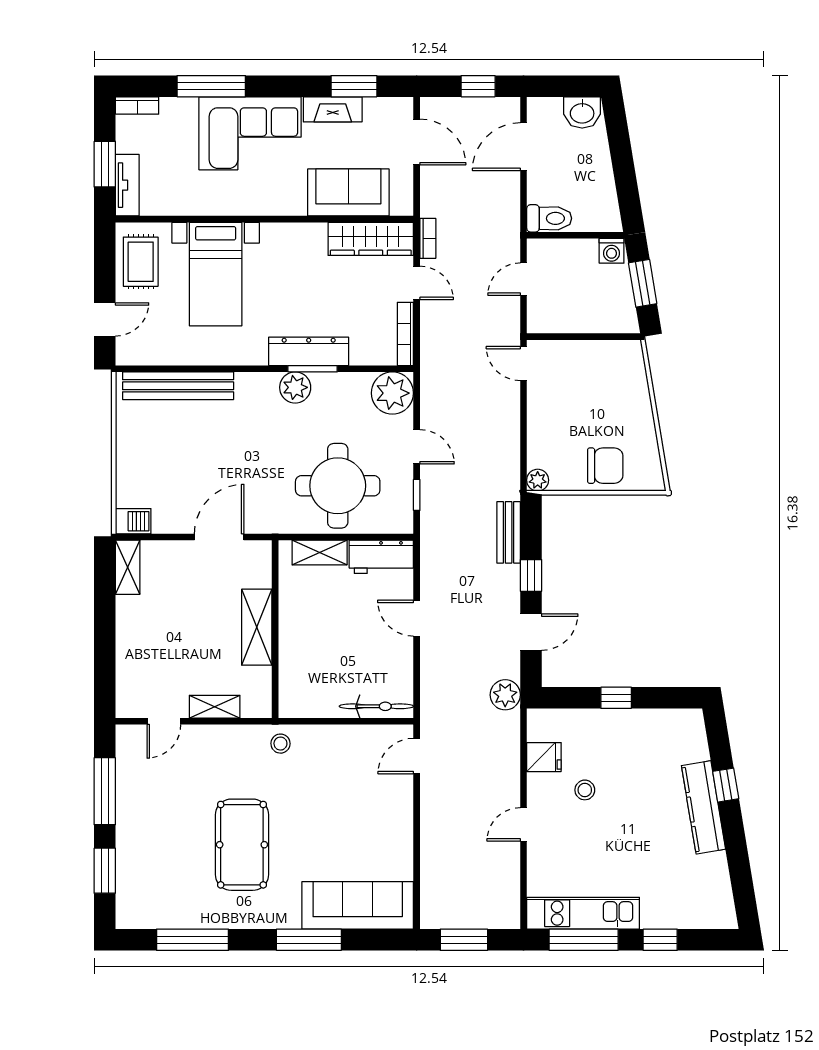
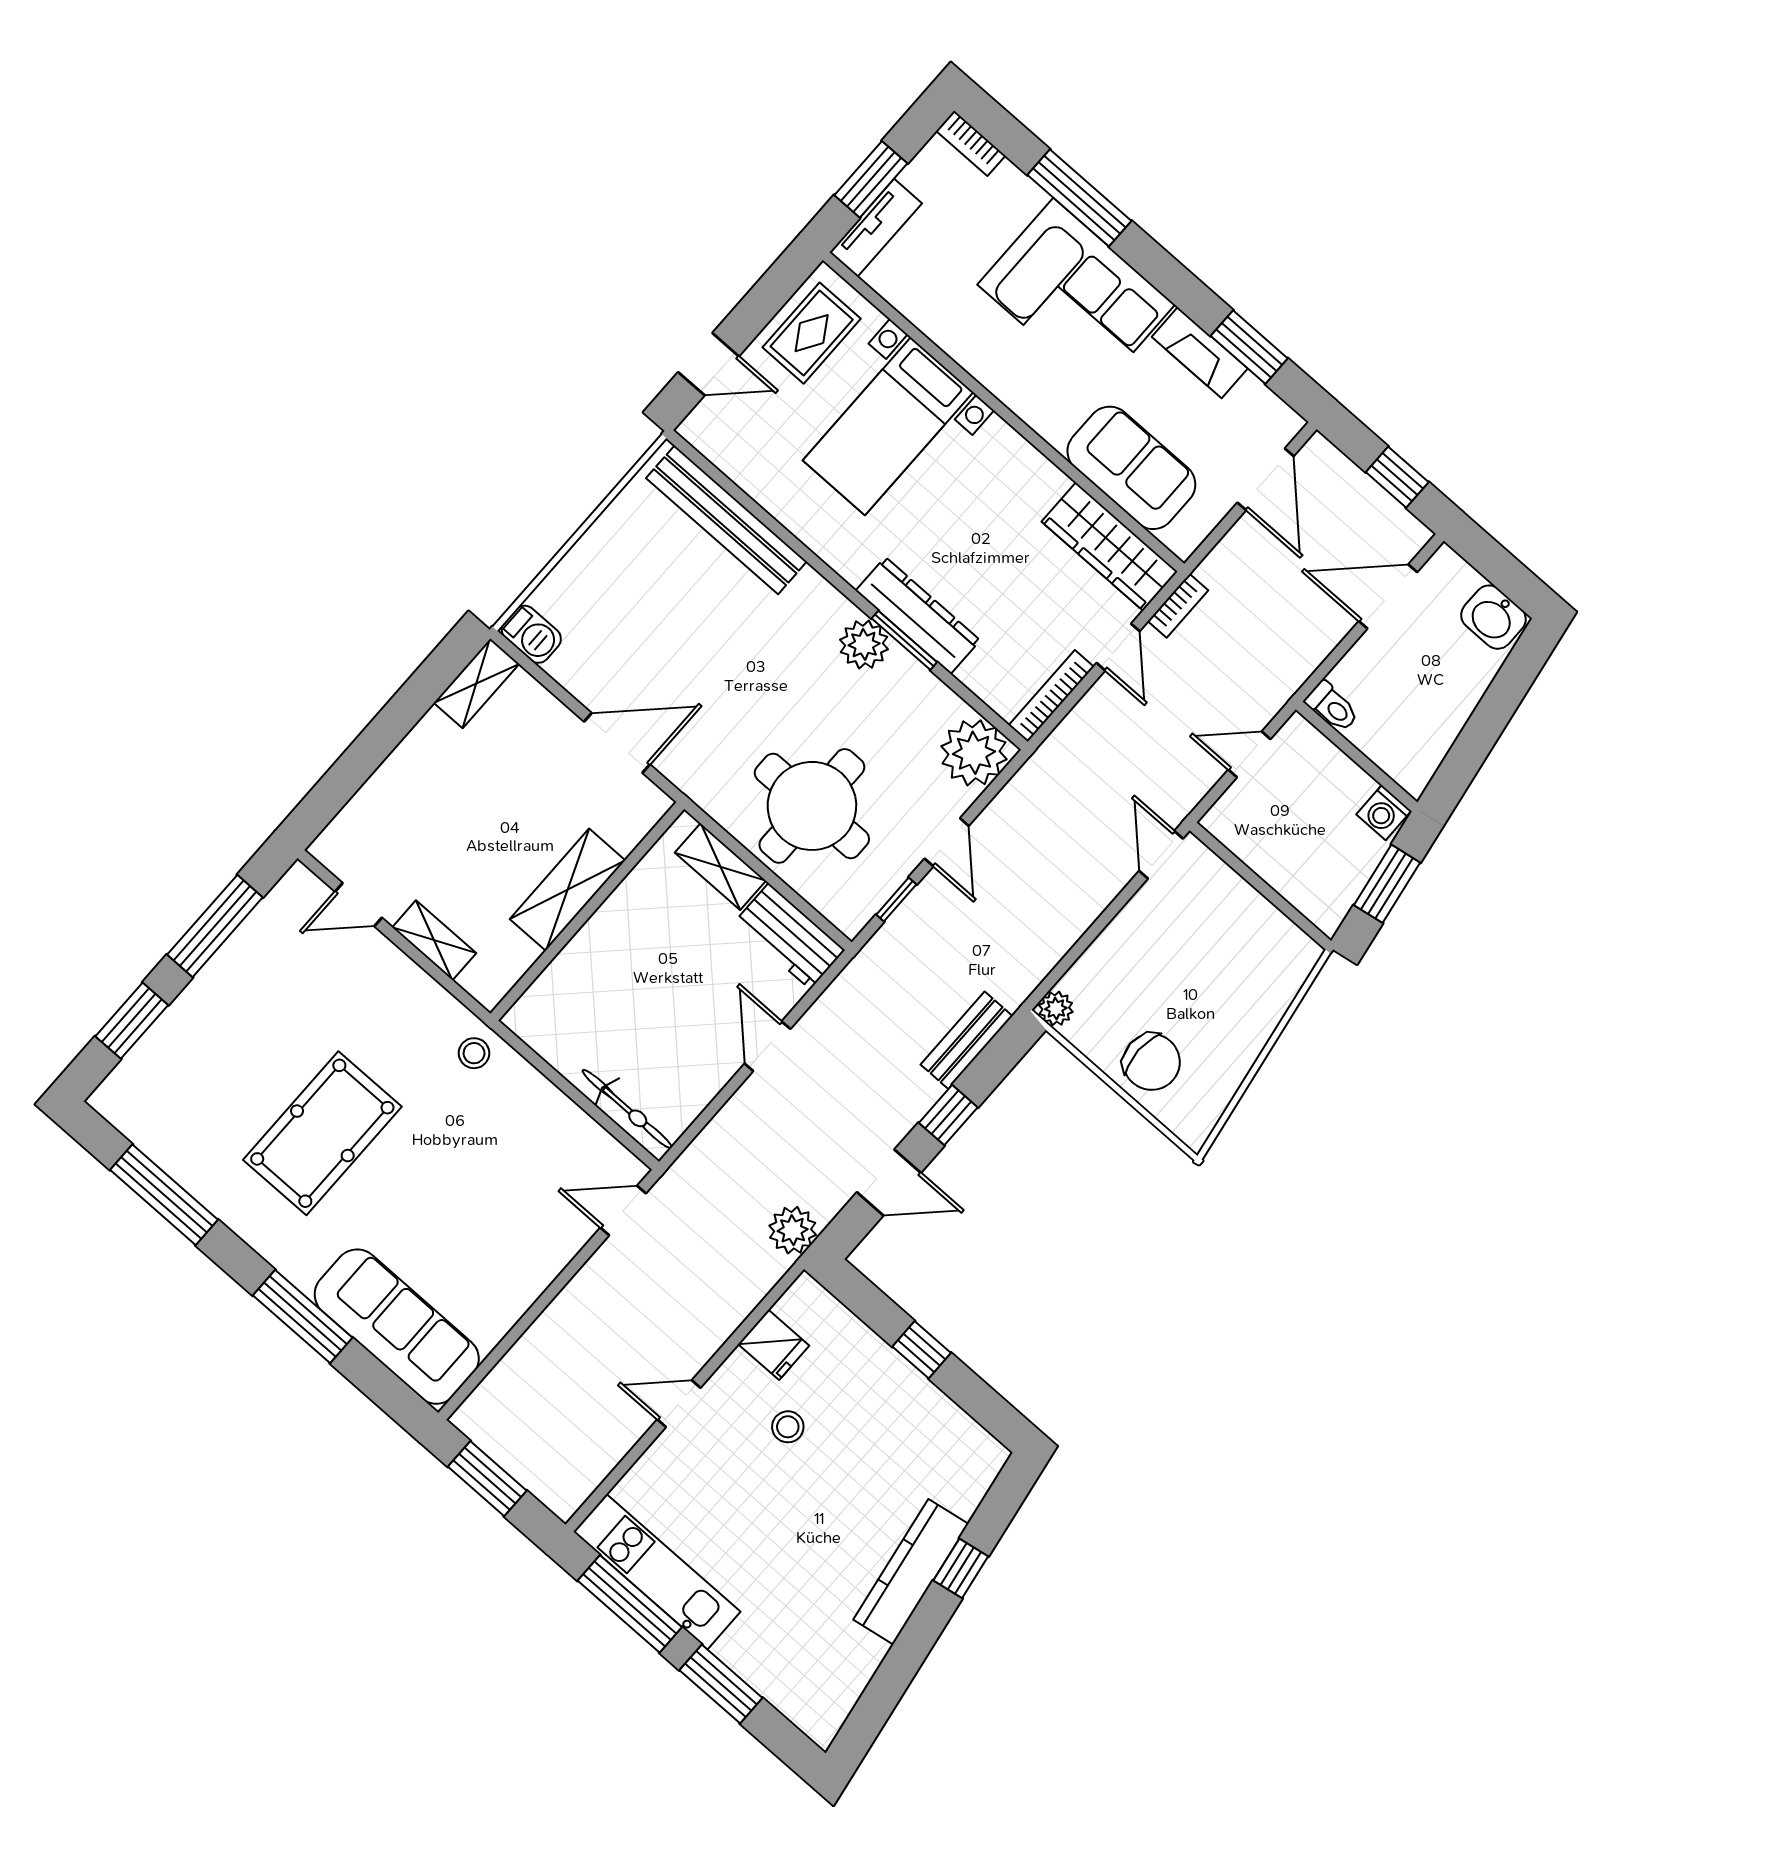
toilet: (549, 218) -> (1332, 707), width x0.73, depth x0.72
window: (660, 940) -> (721, 1684), width x1.50

